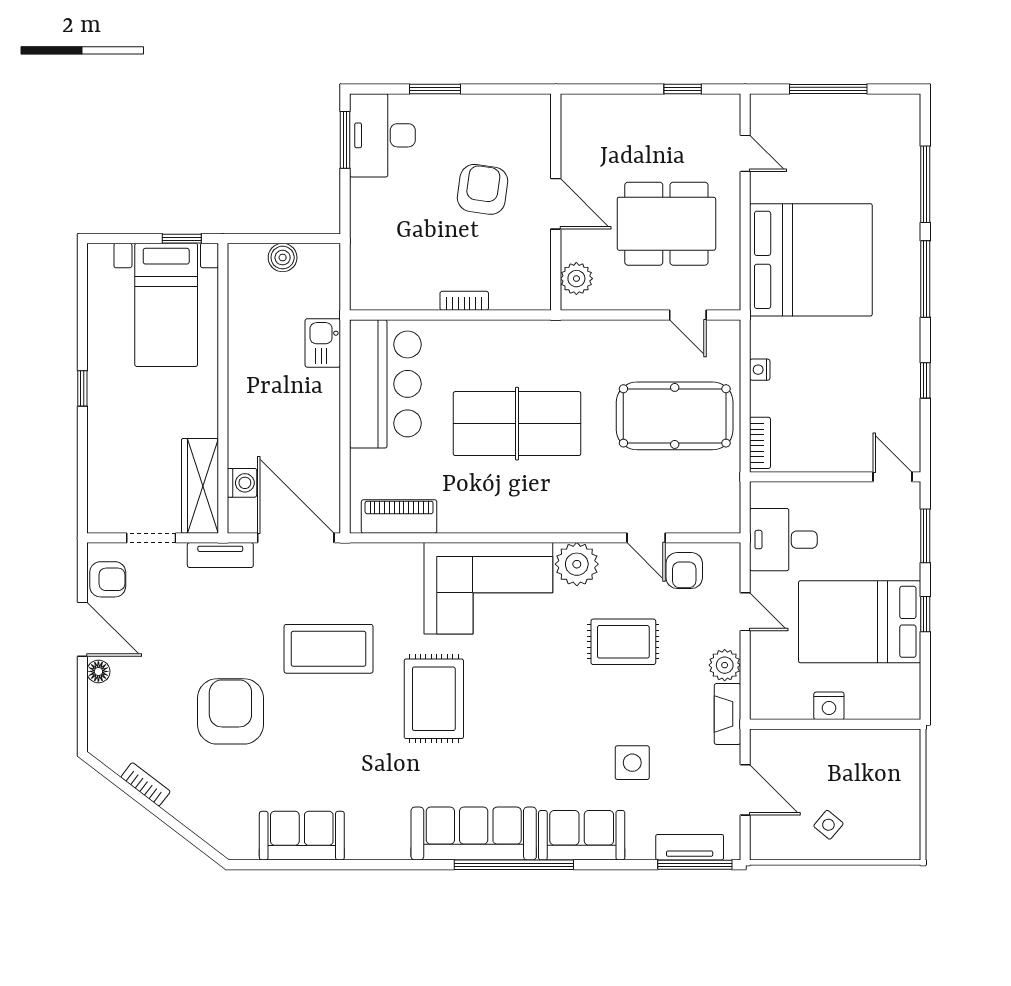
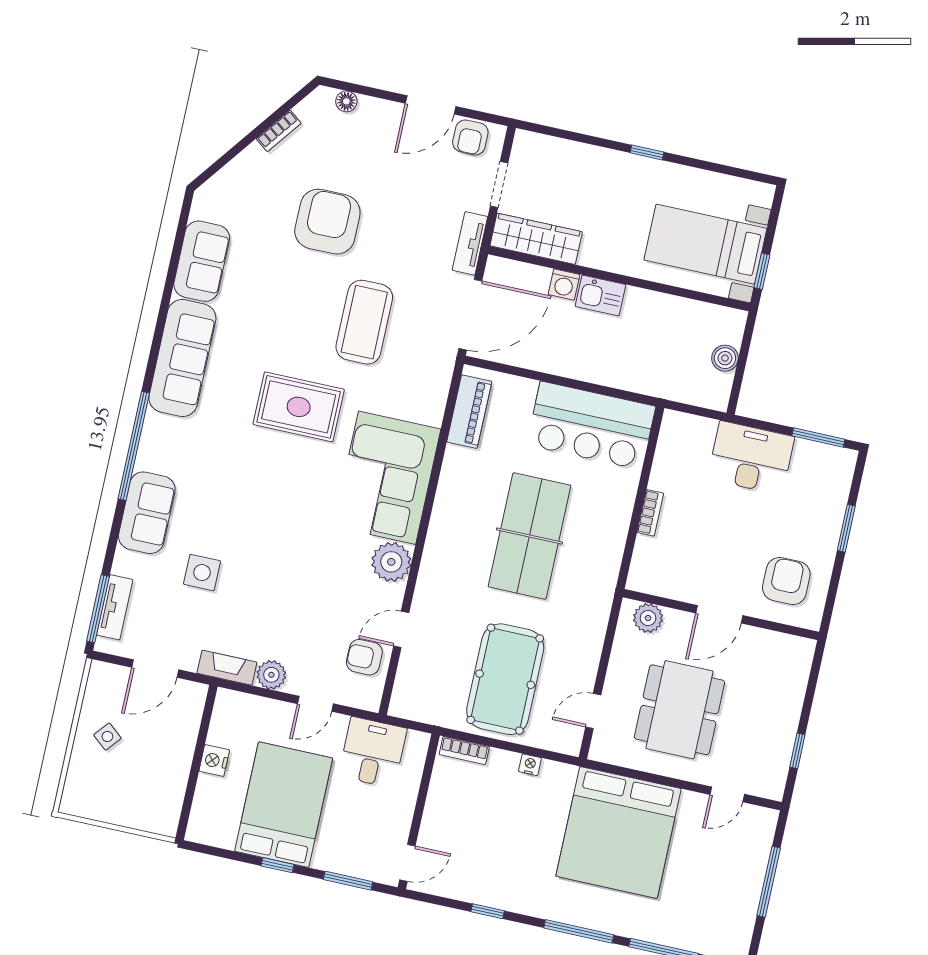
desk: (382, 135) -> (751, 458), moved
armchair: (483, 189) -> (786, 581), moved, turned -98
kitchen sink: (323, 343) -> (600, 295), moved, turned 180
washing machine: (242, 483) -> (564, 284), moved
rug: (623, 642) -> (312, 588), removed
floor lamp: (98, 671) -> (346, 101), moved
armchair: (230, 711) -> (327, 222), turned -90
sofa: (474, 834) -> (182, 358), moved

